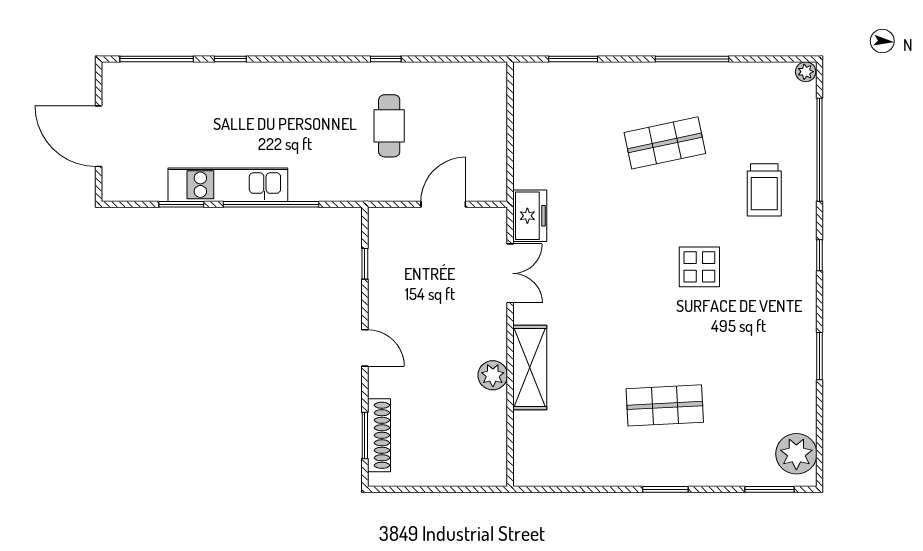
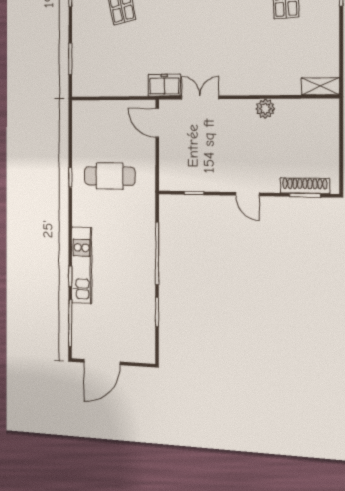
cafe table: (389, 126) -> (110, 176), width x1.37, depth x1.35
door: (99, 136) -> (102, 362), moved
kitchen unit: (228, 185) -> (82, 265), moved, turned 180
door: (443, 204) -> (157, 123), moved
door: (365, 348) -> (248, 194), swing flipped
shelving: (530, 367) -> (320, 86), moved, width x0.67, depth x0.75

